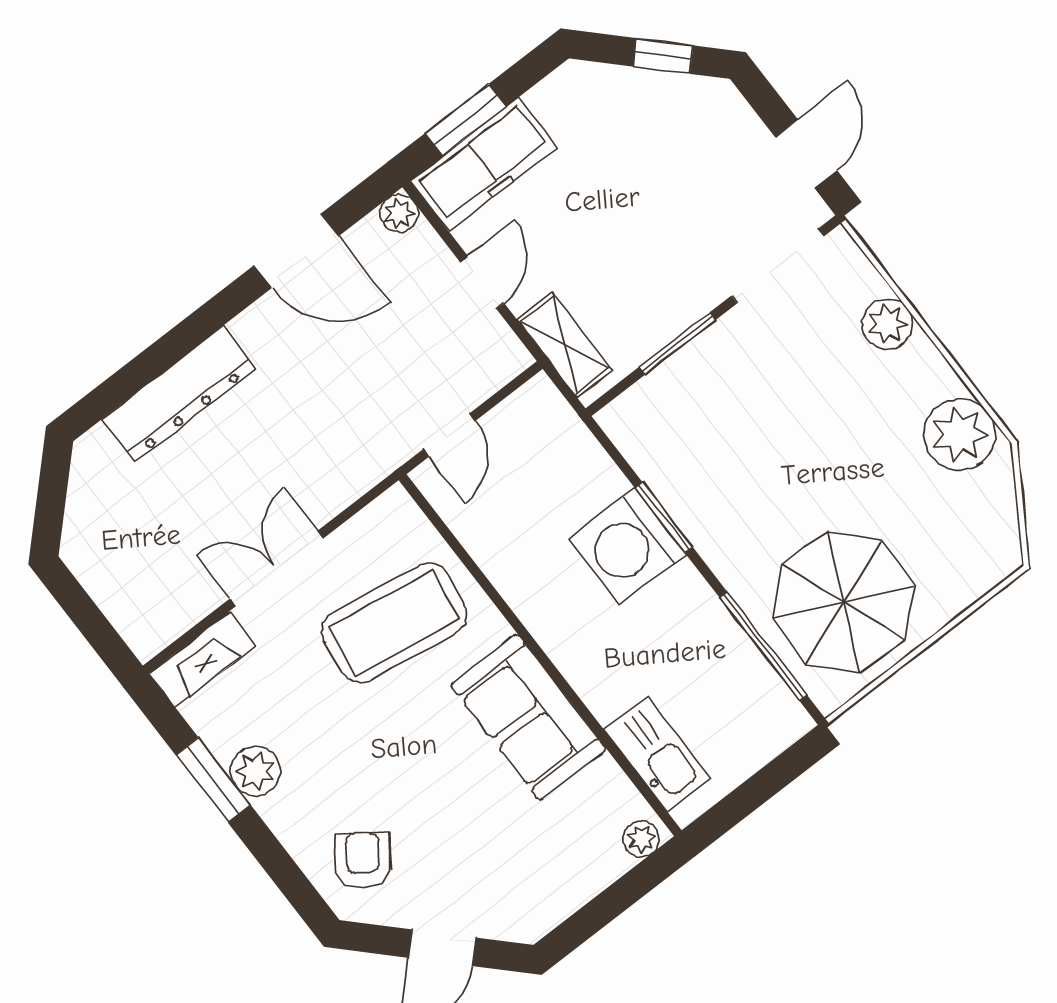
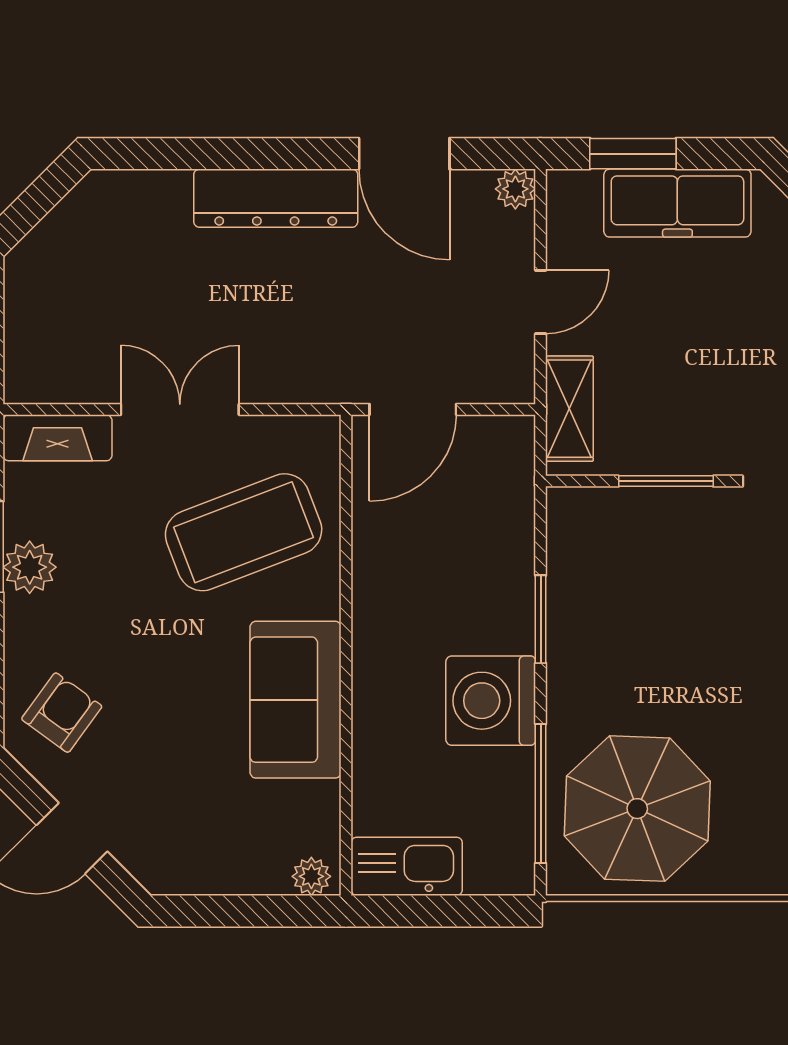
freezer: (484, 164) -> (677, 203), moved
dresser: (179, 394) -> (276, 198), moved
door: (449, 435) -> (413, 409), width x1.38
washing machine: (627, 546) -> (491, 701), moved
coffee table: (394, 623) -> (244, 532), turned -30
kitchen sink: (657, 754) -> (407, 866), moved, turned -90

